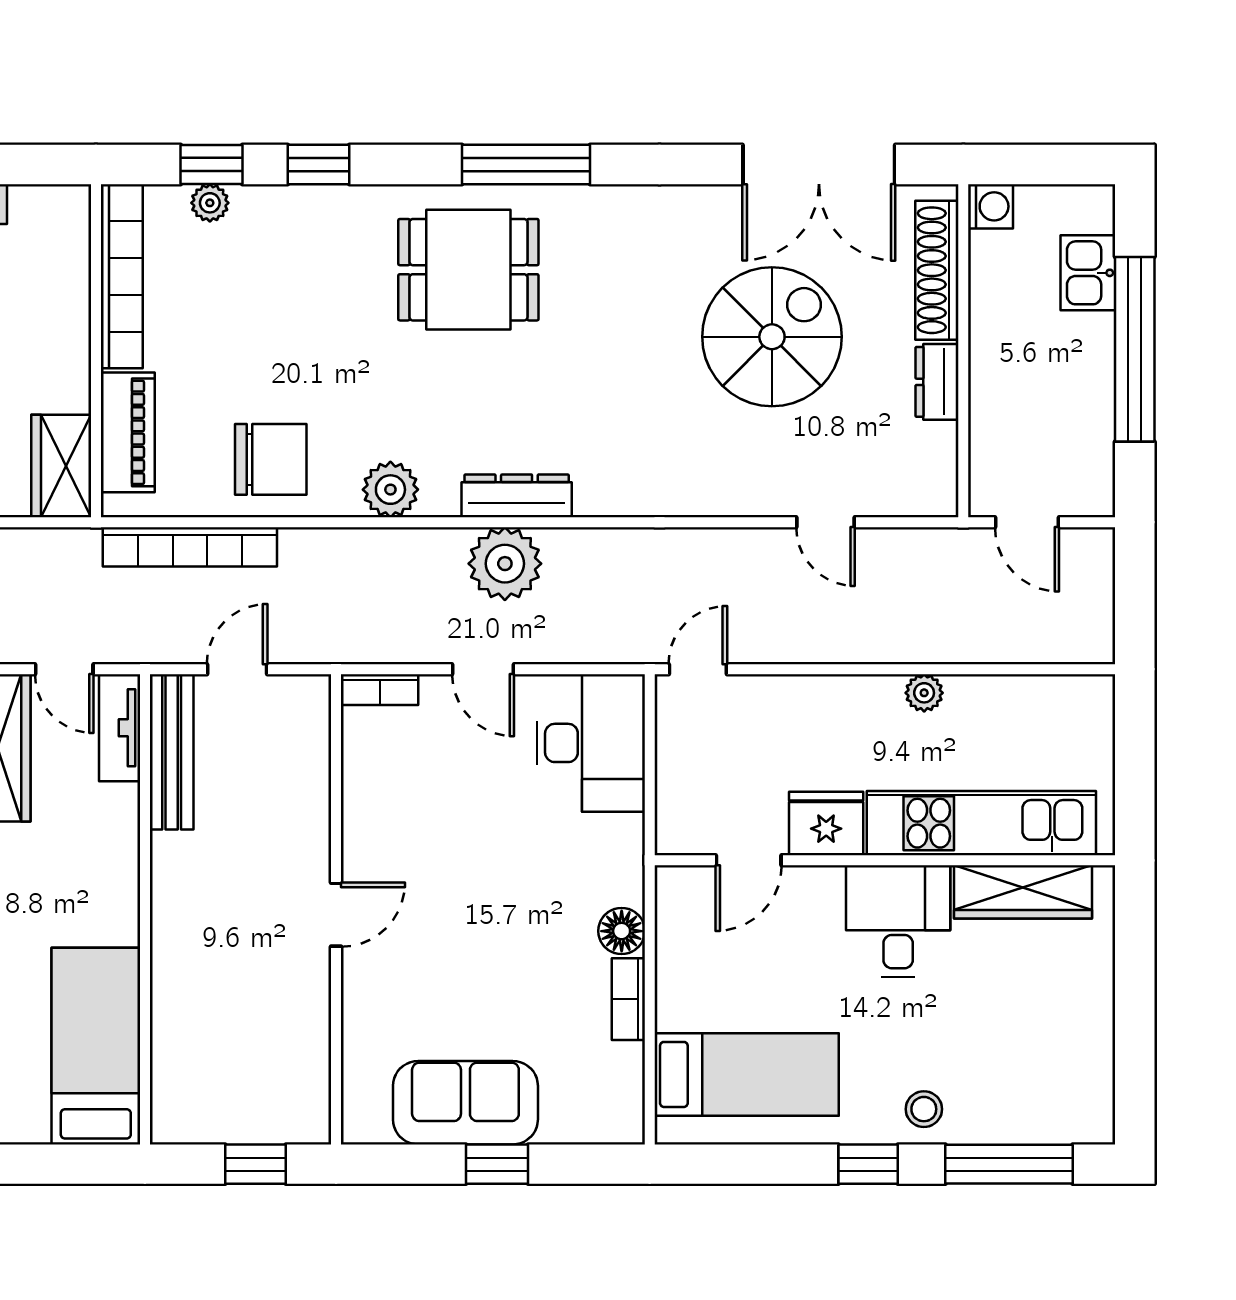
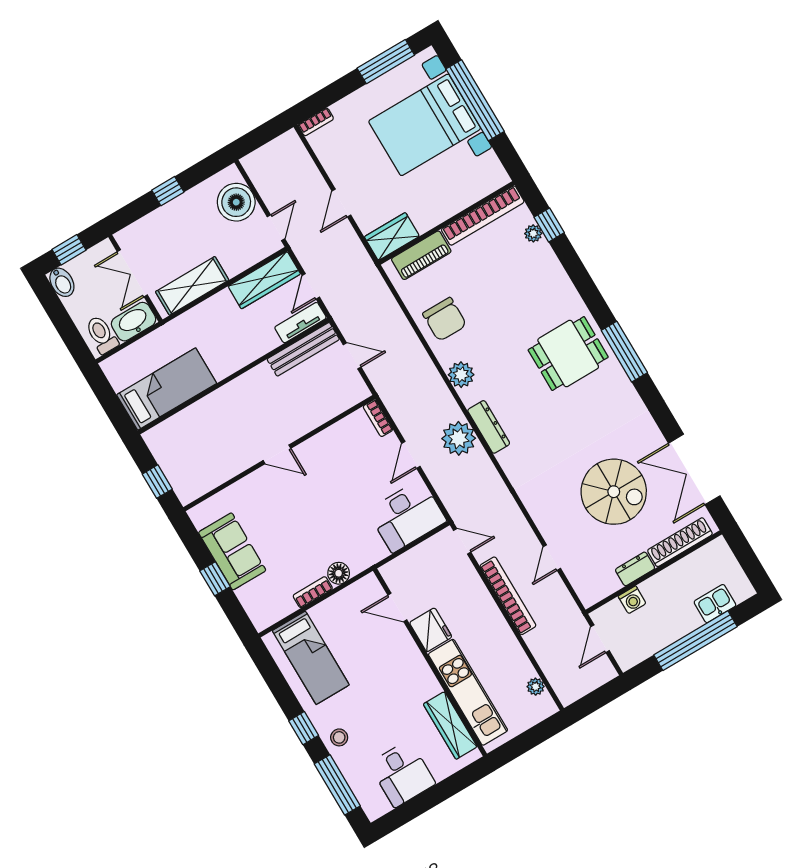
window: (318, 164) -> (575, 268), removed
washing machine: (990, 206) -> (632, 600), moved
dining table: (468, 270) -> (568, 354), turned 90
bookcase: (190, 547) -> (508, 596), moved, turned 180
plant: (924, 693) -> (536, 687), moved
desk: (898, 921) -> (402, 774), moved, turned 90

